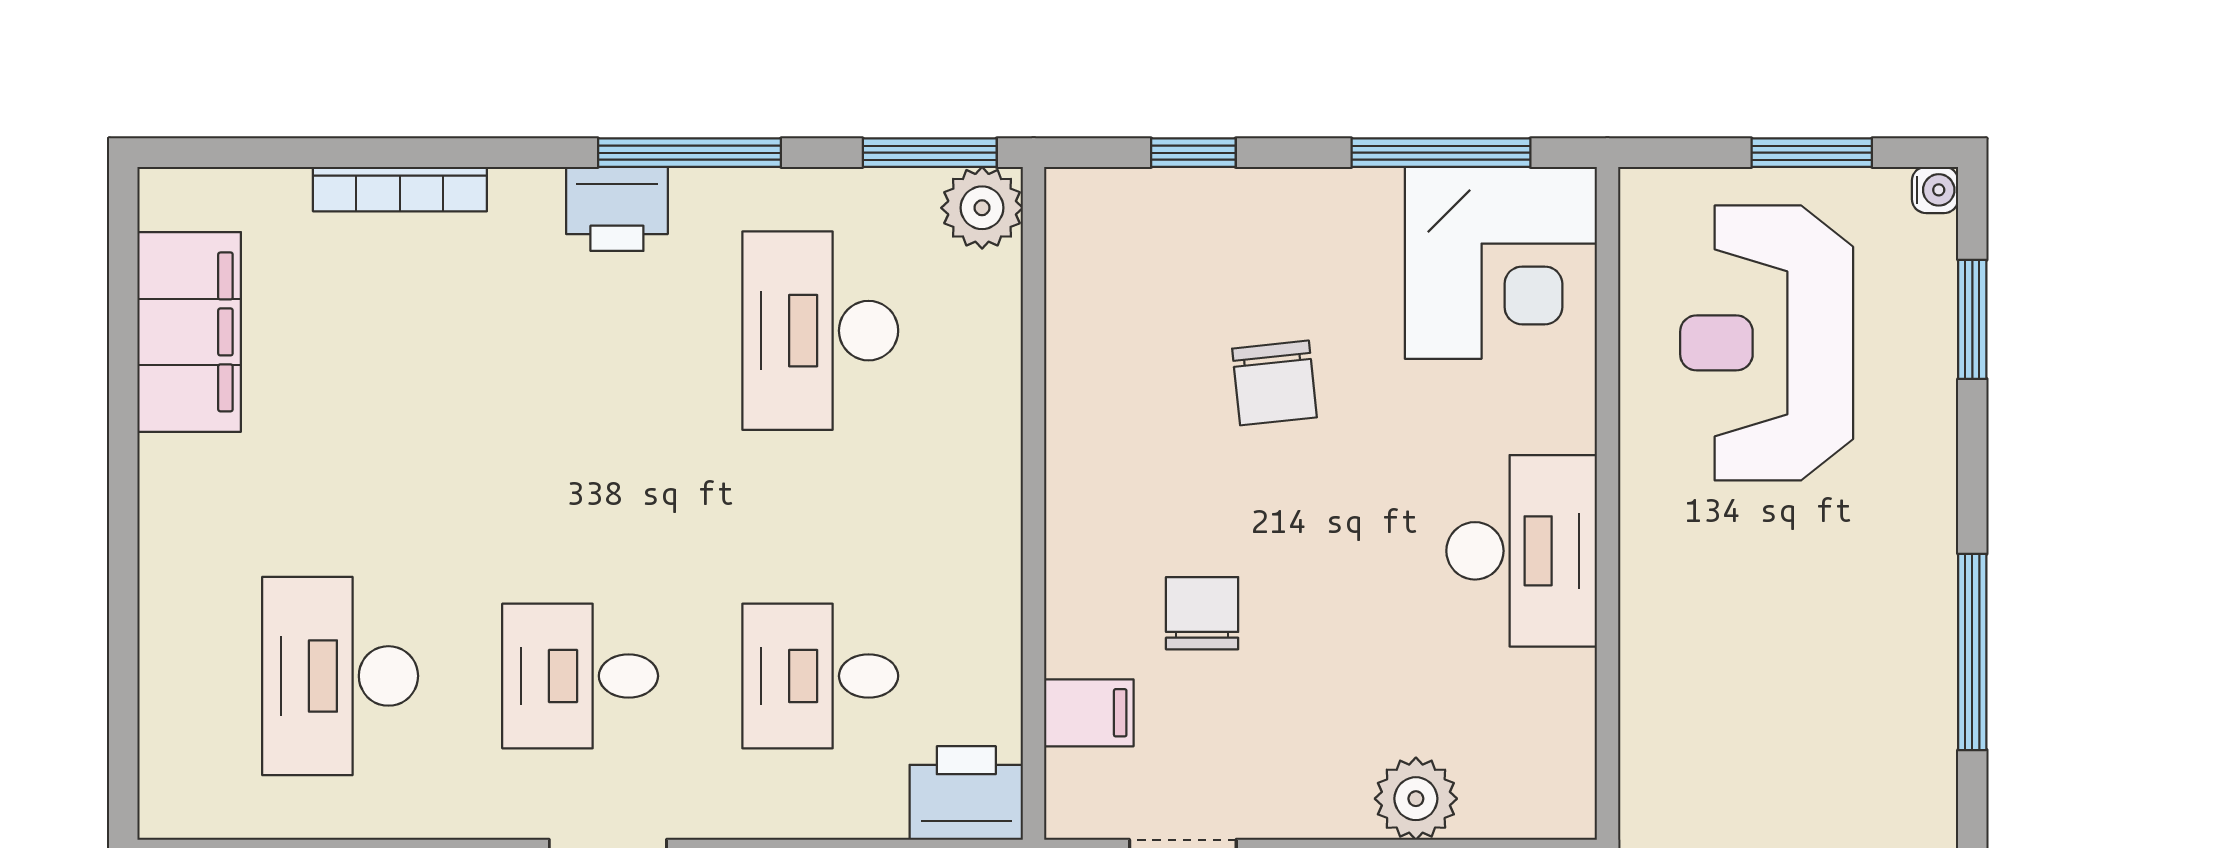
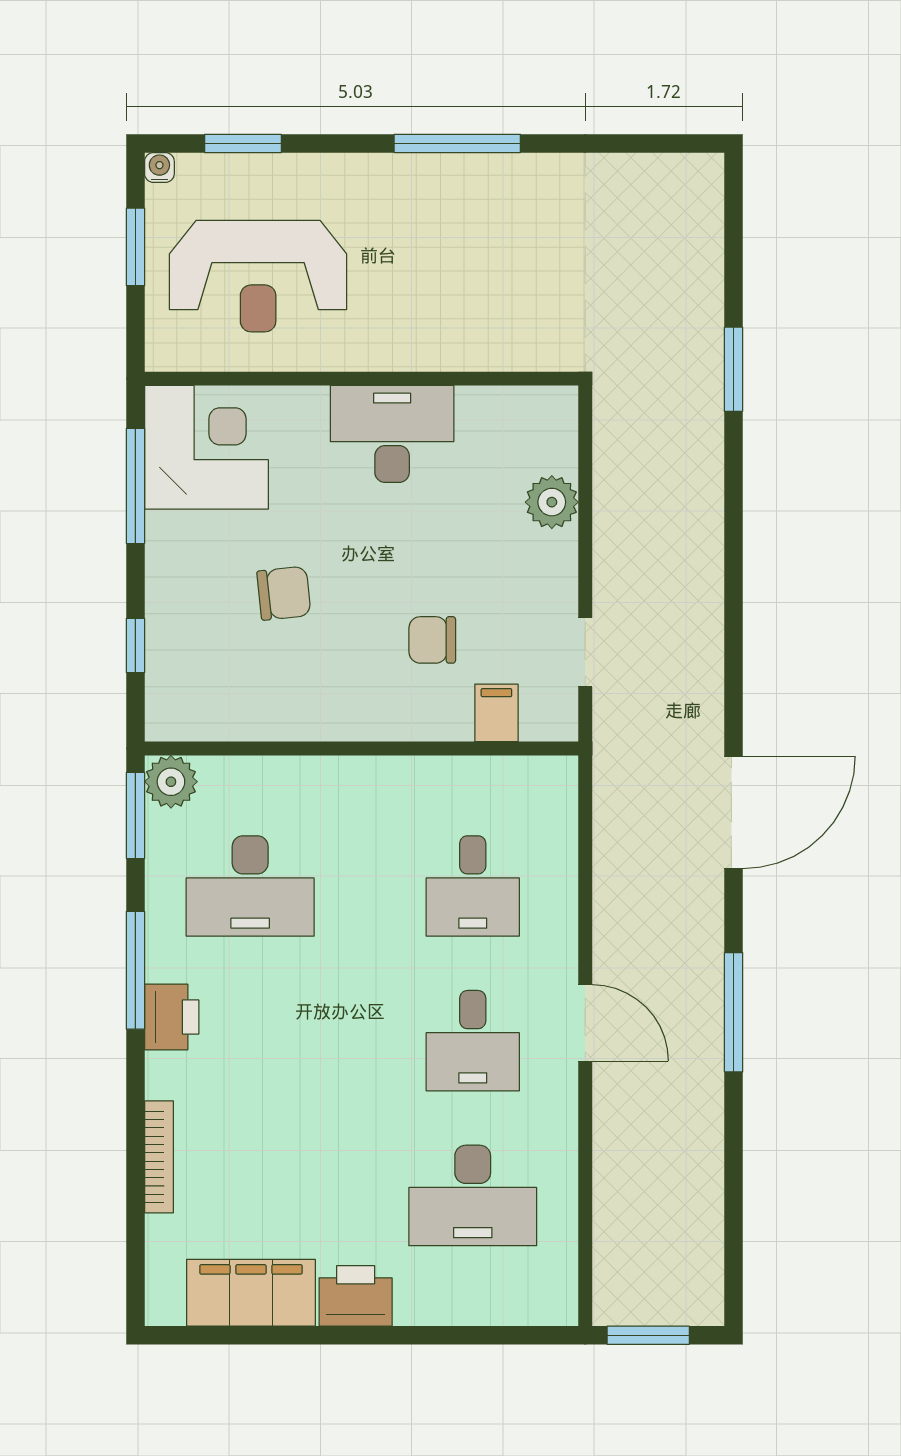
printer: (966, 793) -> (356, 1296), moved, turned 90

